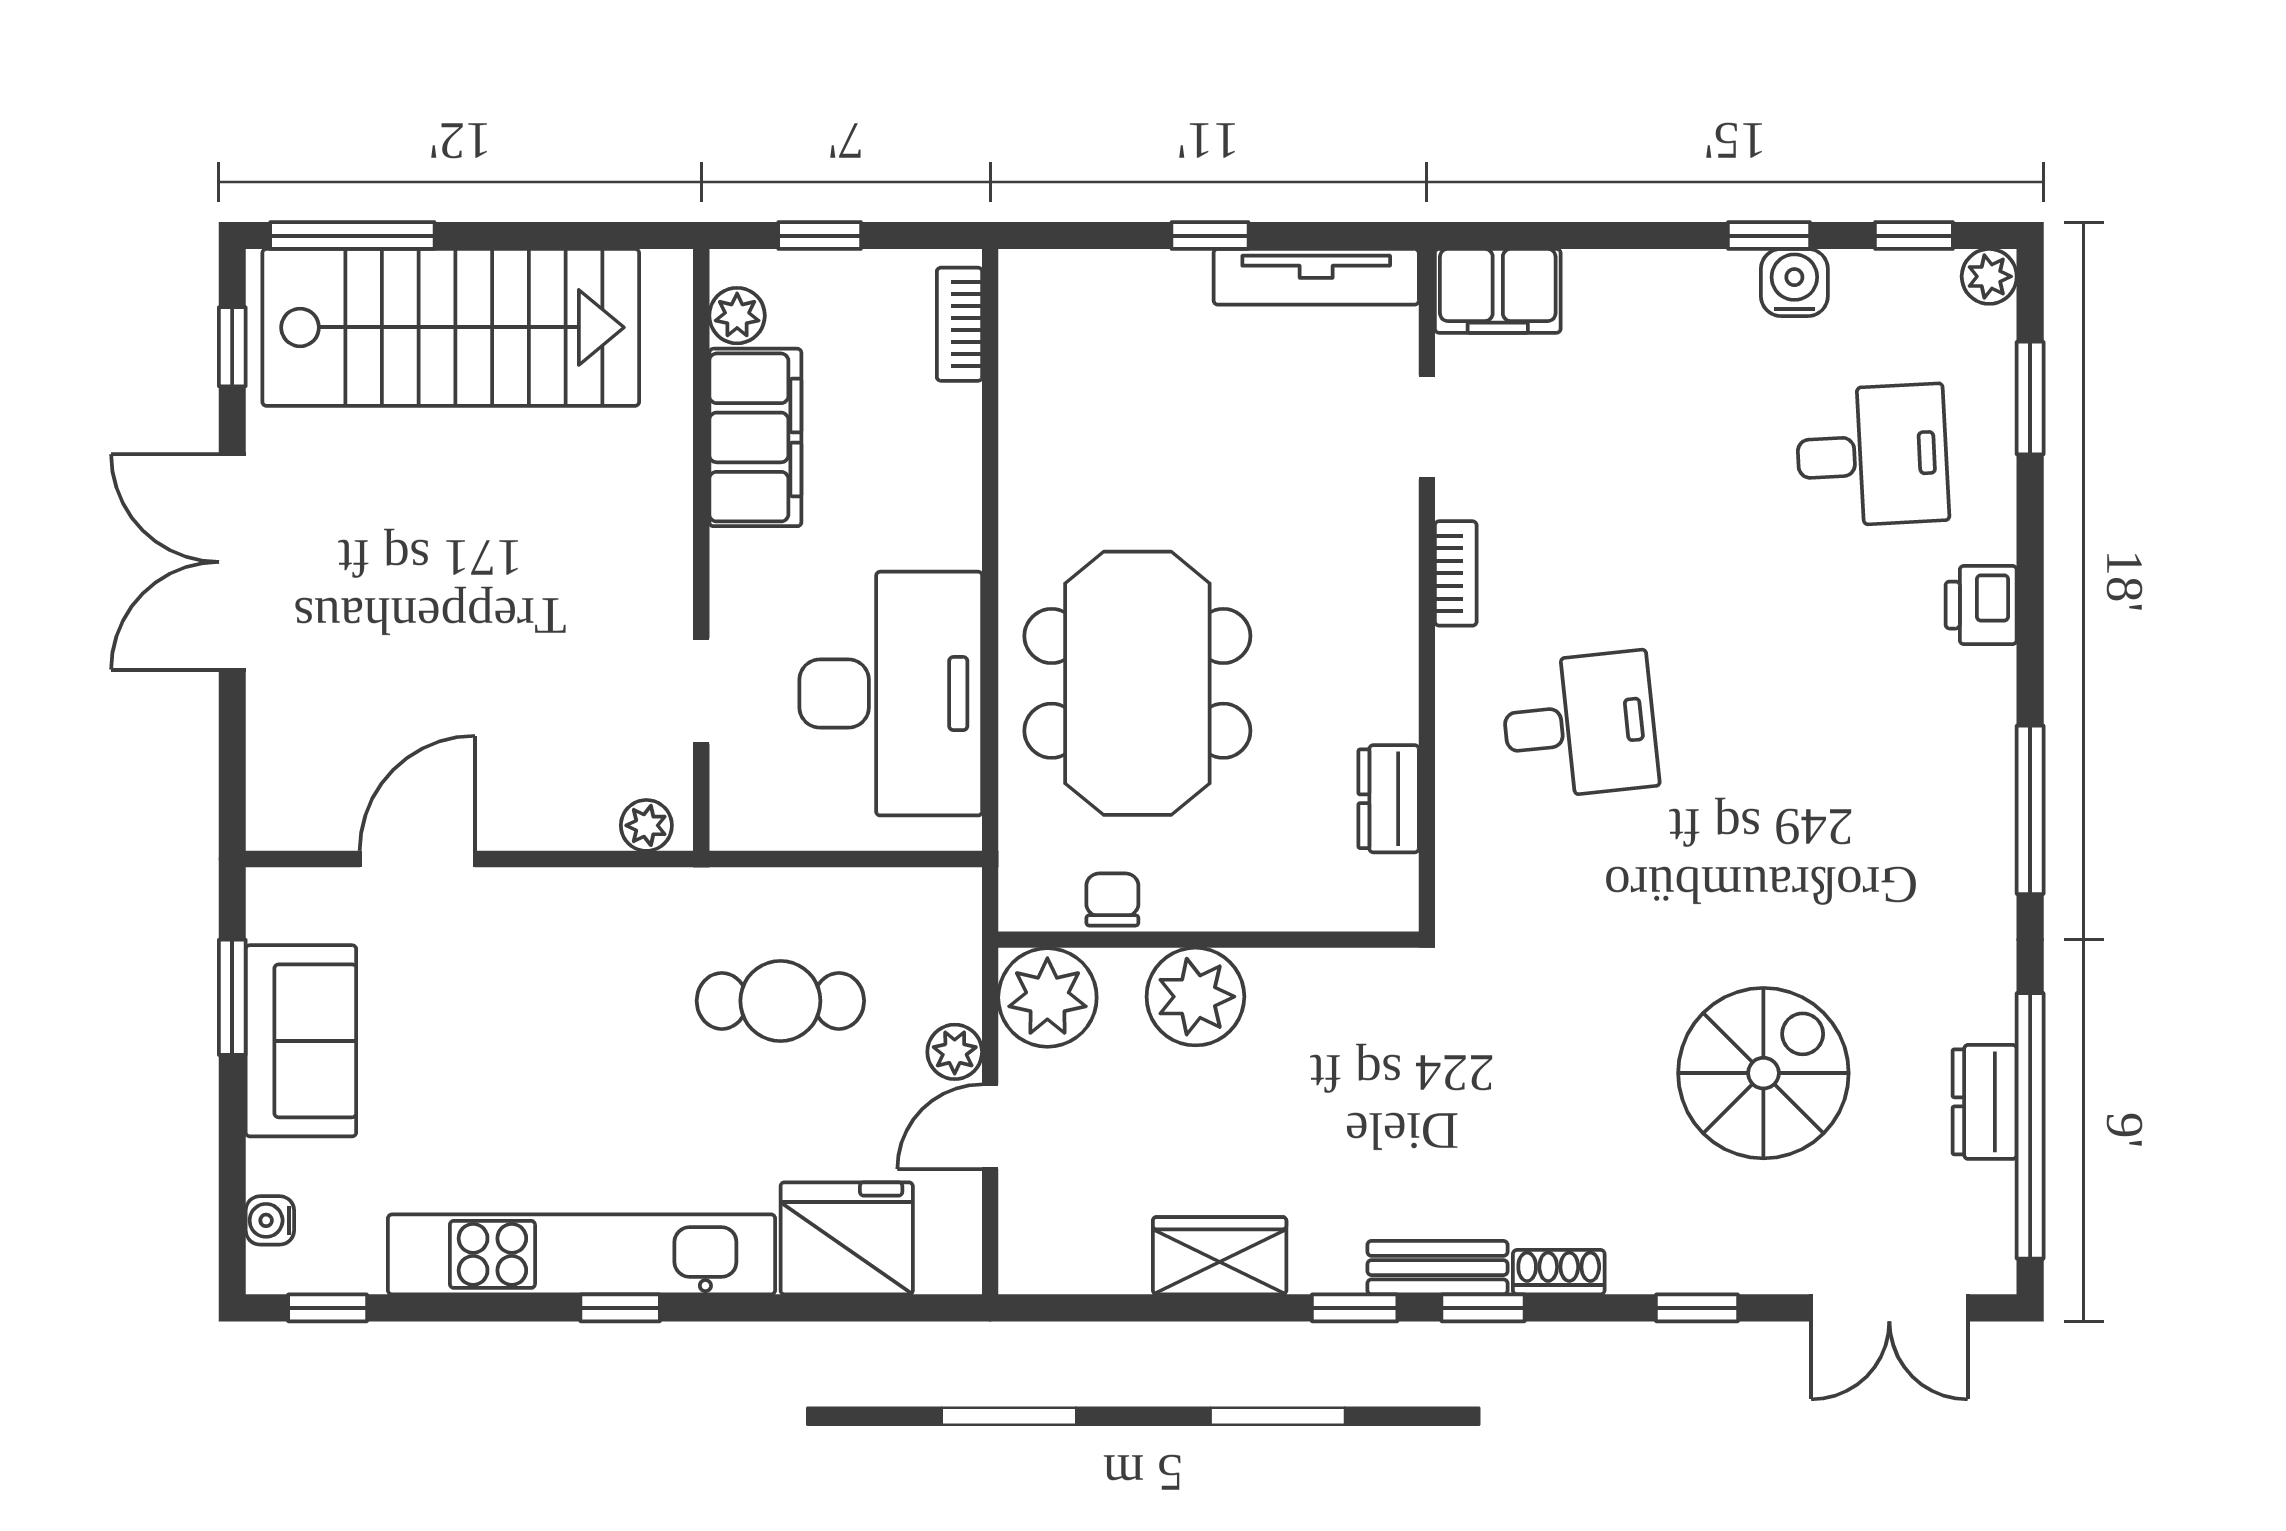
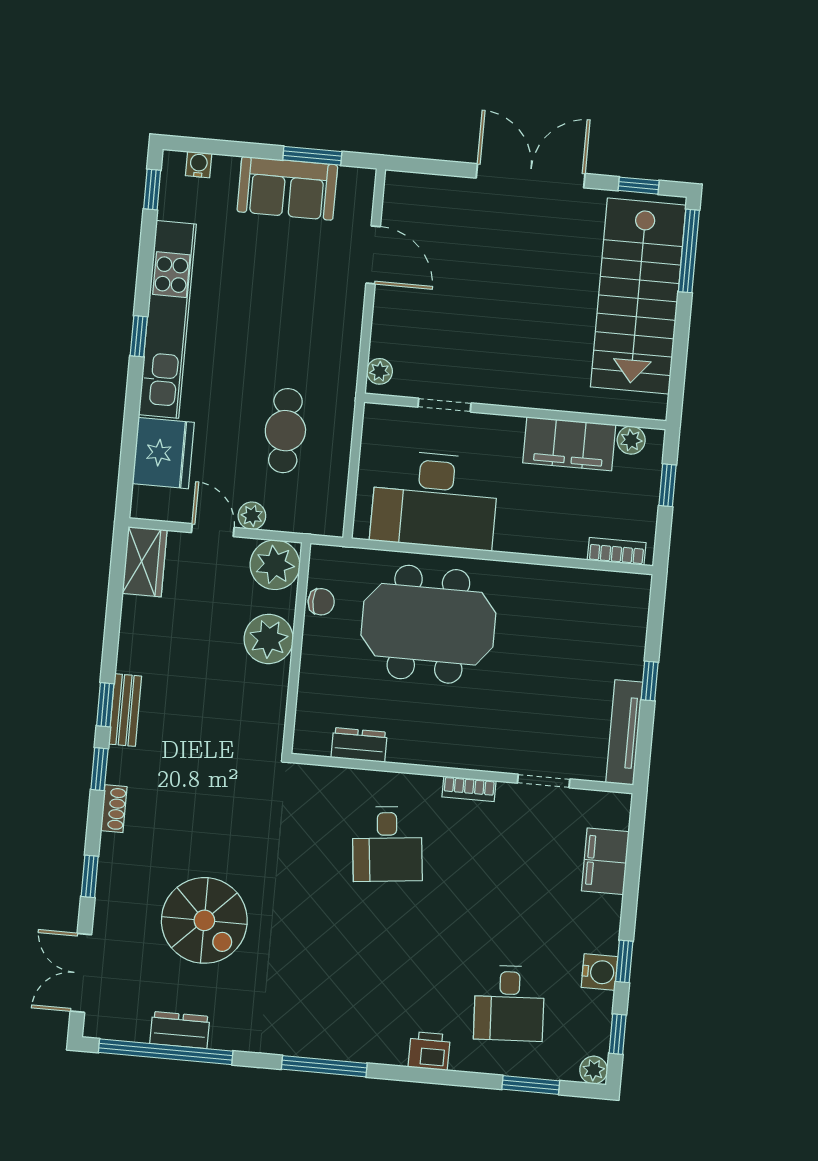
filing cabinet: (1498, 291) -> (605, 861), moved
wardrobe: (1220, 1256) -> (145, 562), moved
bench: (1437, 1268) -> (125, 710), moved

